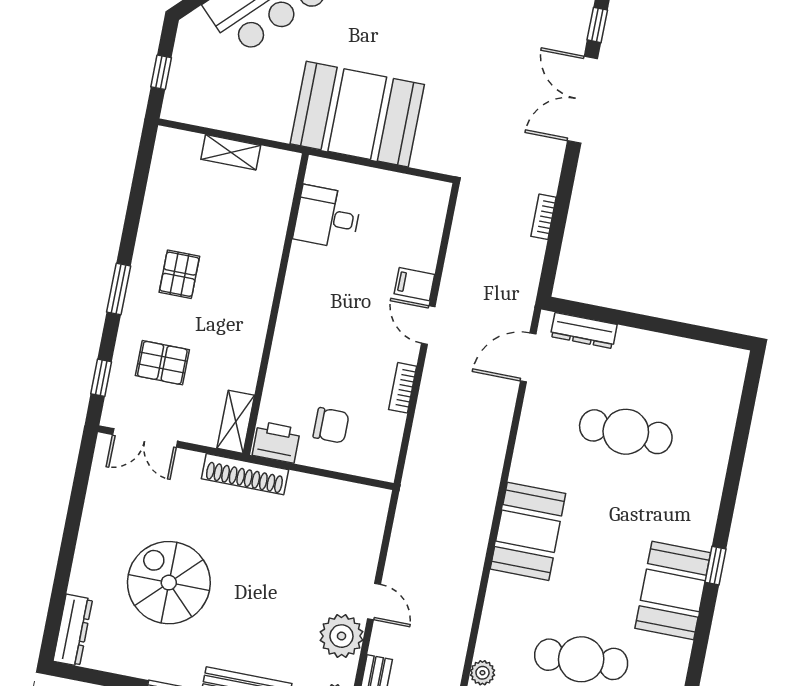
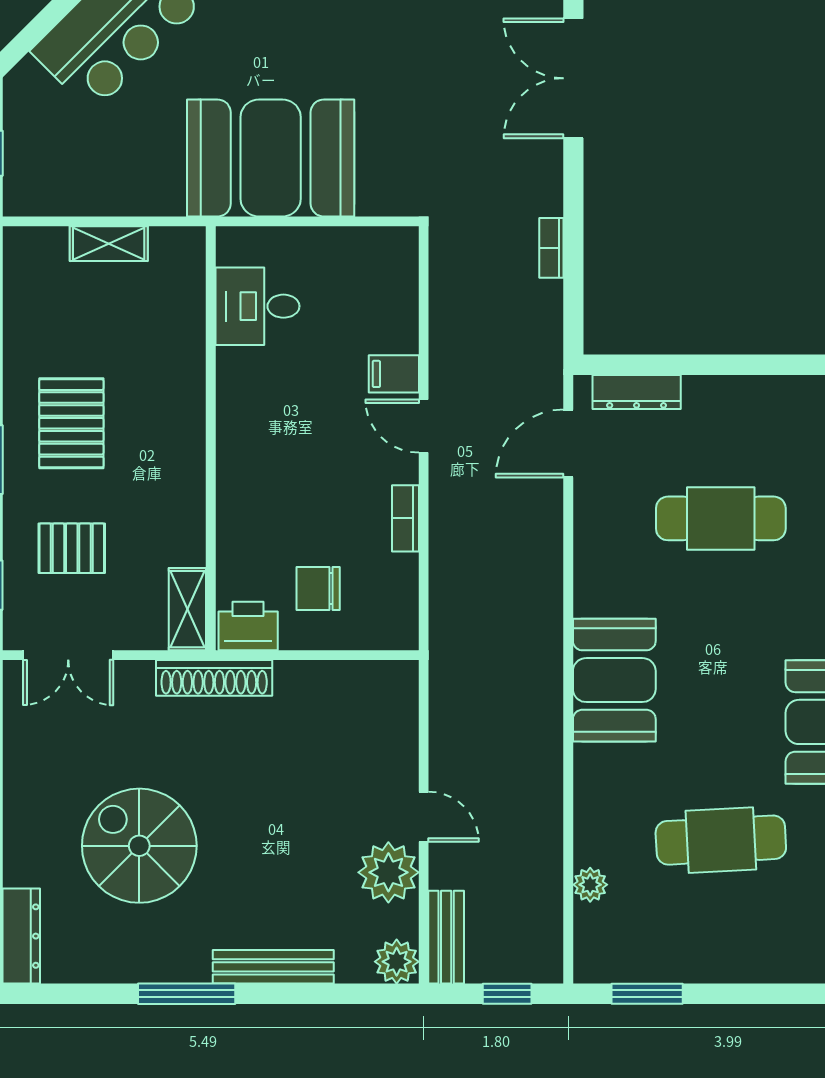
pallet: (179, 274) -> (71, 423), width x1.50, depth x1.42
chair: (331, 425) -> (318, 588), turned 180

